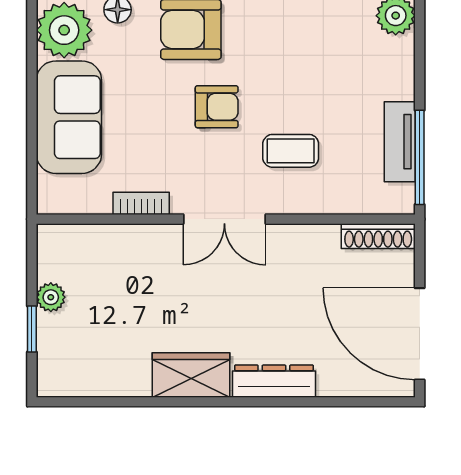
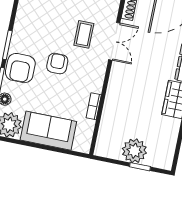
double door: (224, 219) -> (114, 41), moved
plant: (51, 297) -> (134, 151), width x1.87, depth x1.87

